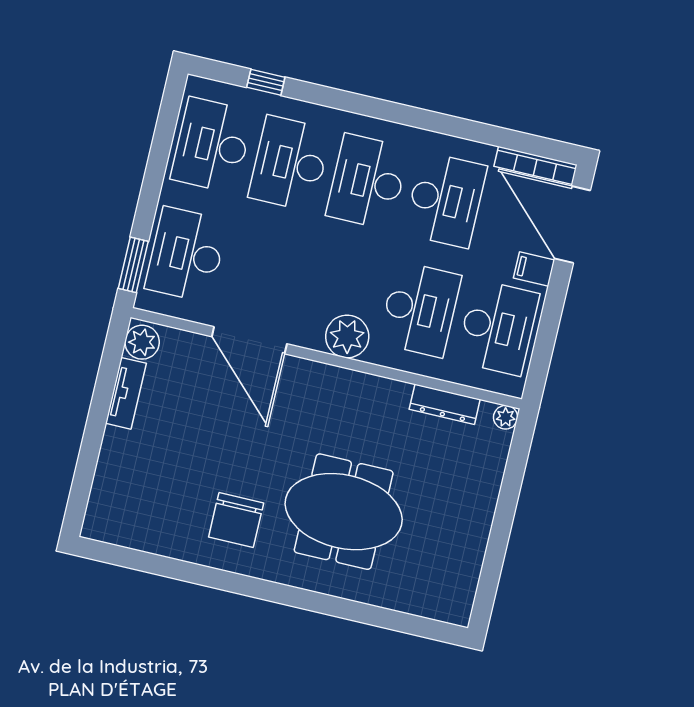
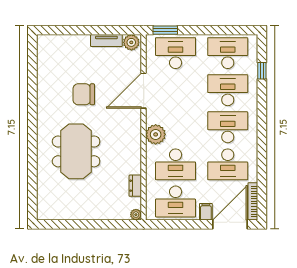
dresser: (445, 404) -> (135, 186), width x0.70
chair: (236, 520) -> (84, 94), moved

